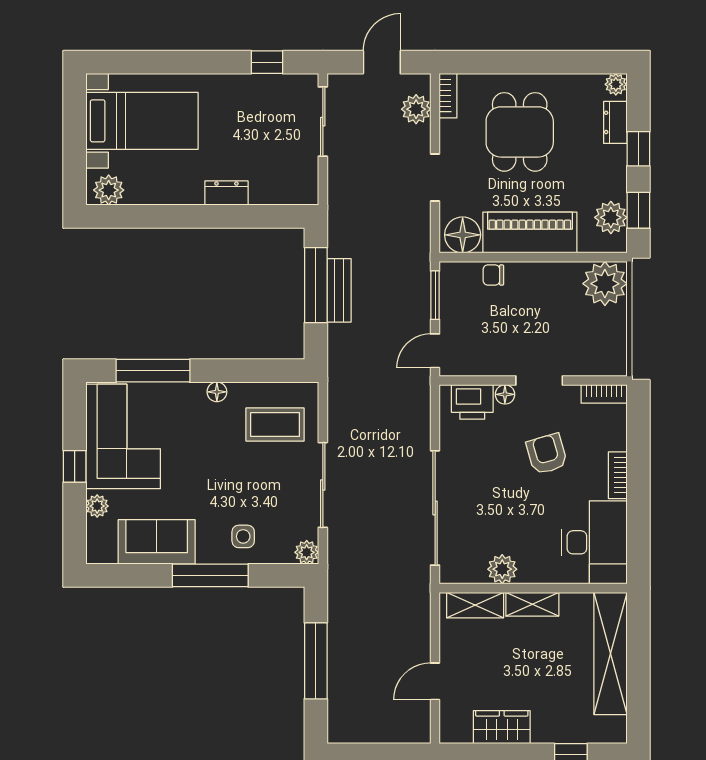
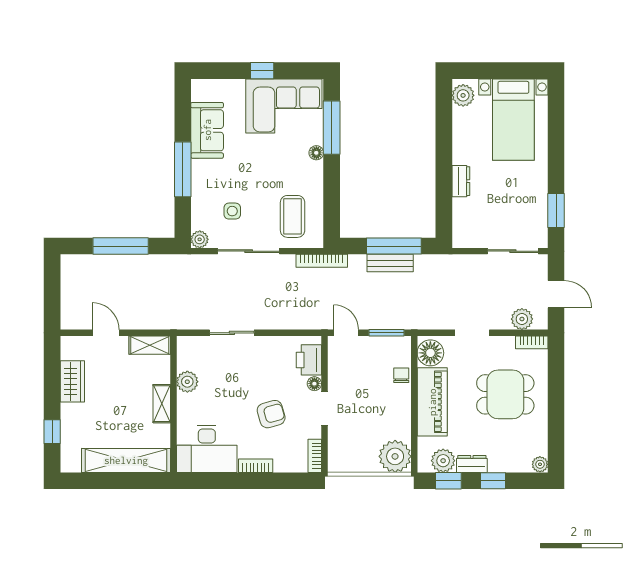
window: (267, 62) -> (556, 211), width x1.50
dresser: (615, 122) -> (472, 464), moved
bookcase: (336, 384) -> (322, 261), added
floor lamp: (217, 392) -> (316, 153), moved
plant: (97, 506) -> (233, 87), removed
sliding door: (435, 508) -> (232, 333), width x0.54
side table: (243, 536) -> (232, 211), moved
shelving: (475, 605) -> (150, 345), moved, turned 90

